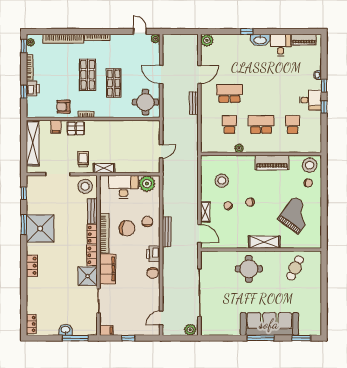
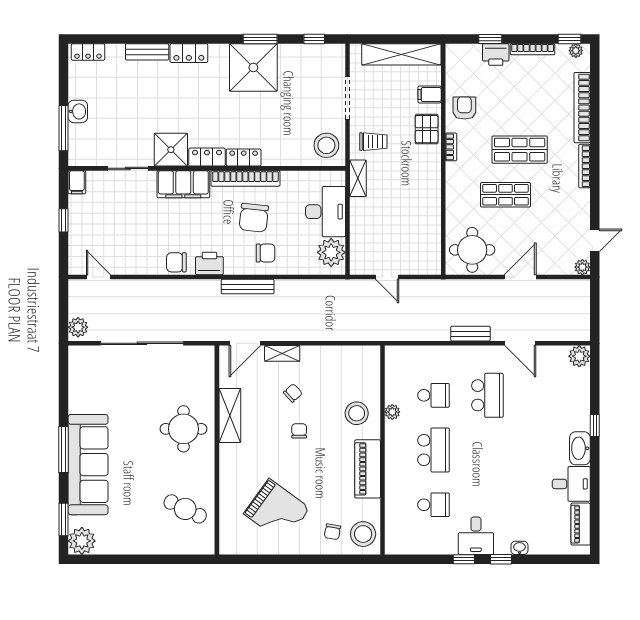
stool: (222, 181) -> (357, 413), moved
bench: (92, 211) -> (147, 52), moved
shelving: (264, 242) -> (230, 415), moved
plant: (313, 328) -> (82, 541), added

